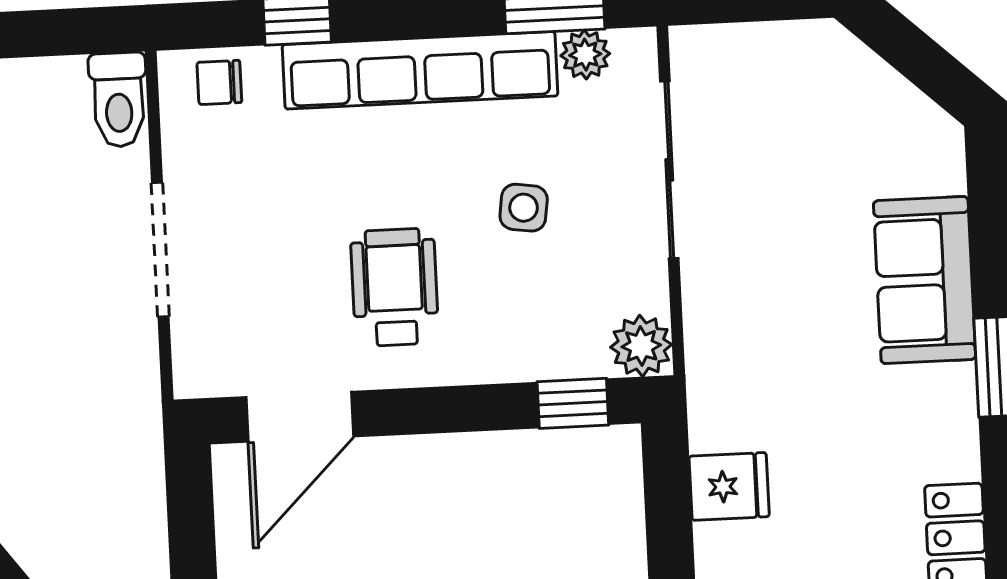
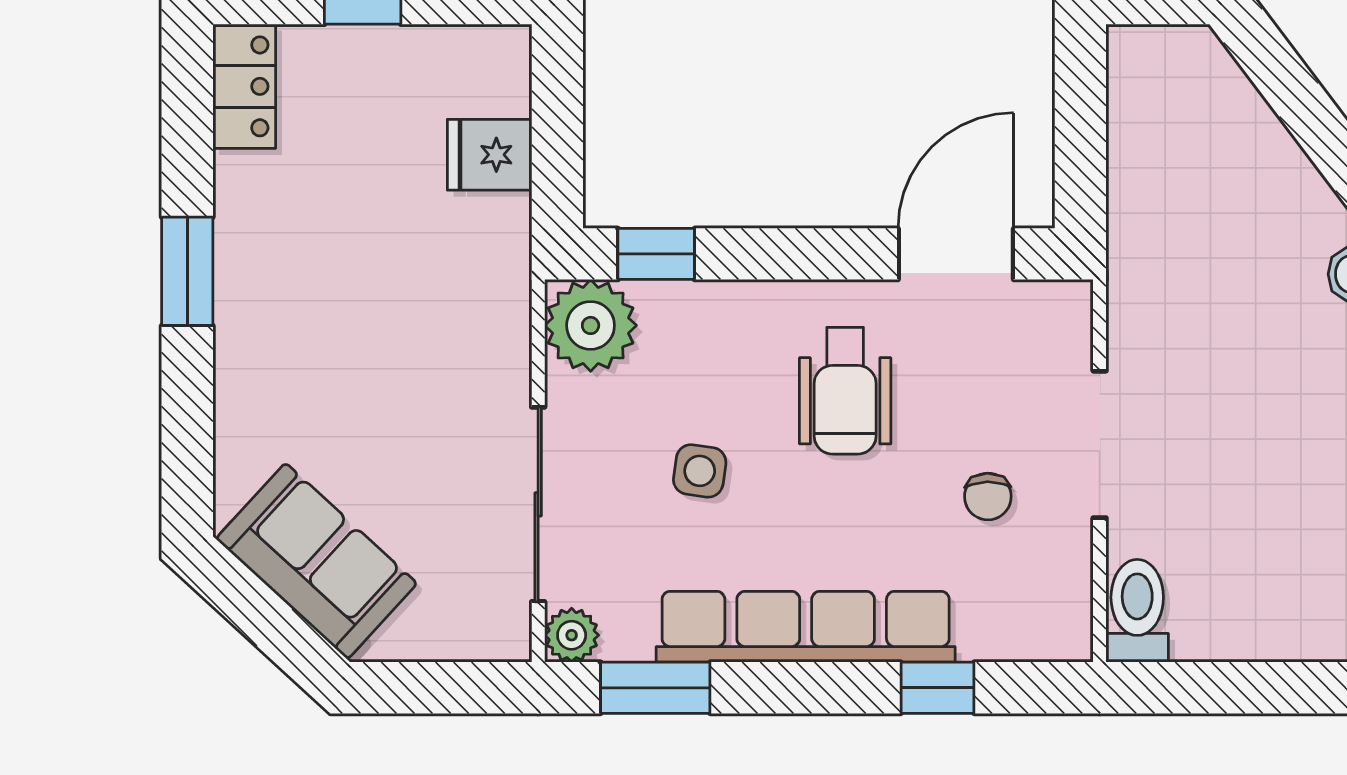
plant: (585, 55) -> (572, 635), moved
chair: (219, 82) -> (988, 497), moved, turned 89
sofa: (925, 280) -> (316, 561), moved, turned -47
plant: (641, 346) -> (591, 325), width x1.36, depth x1.36

